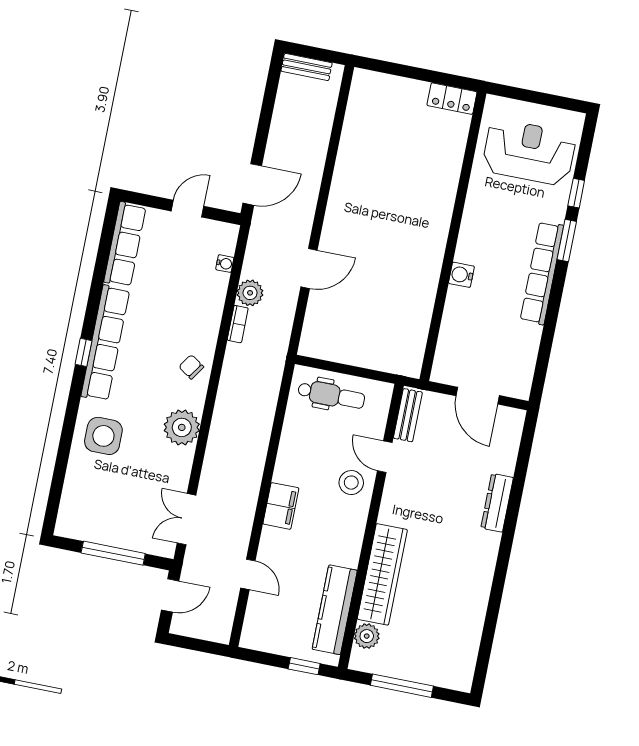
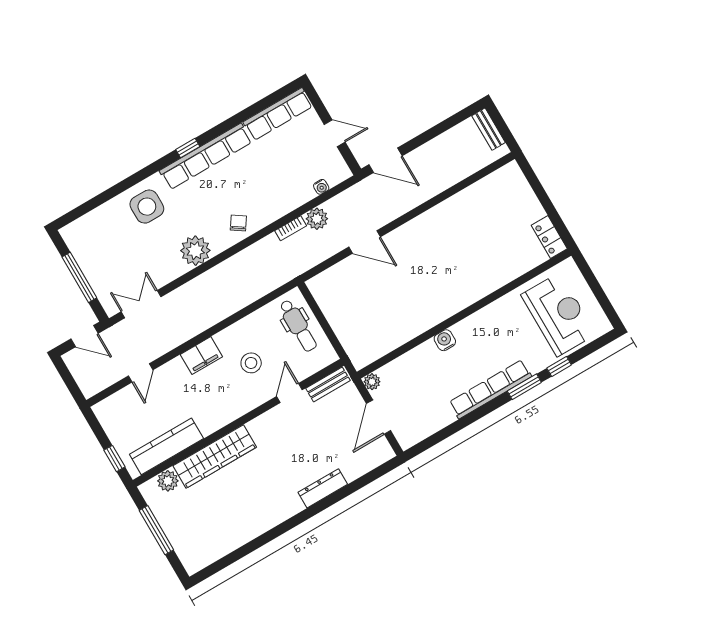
plant: (441, 373) -> (372, 382), added
stool: (351, 483) -> (251, 363), moved

